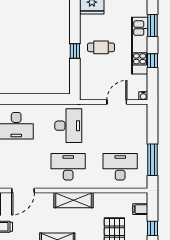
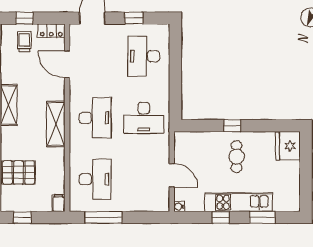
filing cabinet: (140, 209) -> (58, 203), moved

